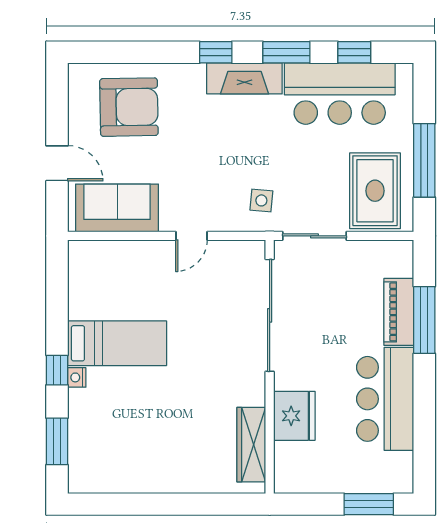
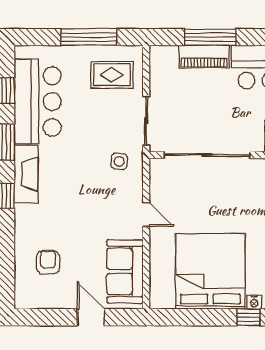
armchair: (129, 107) -> (48, 262), width x0.53, depth x0.53
door: (57, 163) -> (91, 317), hinge flipped
rug: (375, 191) -> (112, 75), width x0.73, depth x0.70
bed: (117, 343) -> (210, 271), width x2.04

